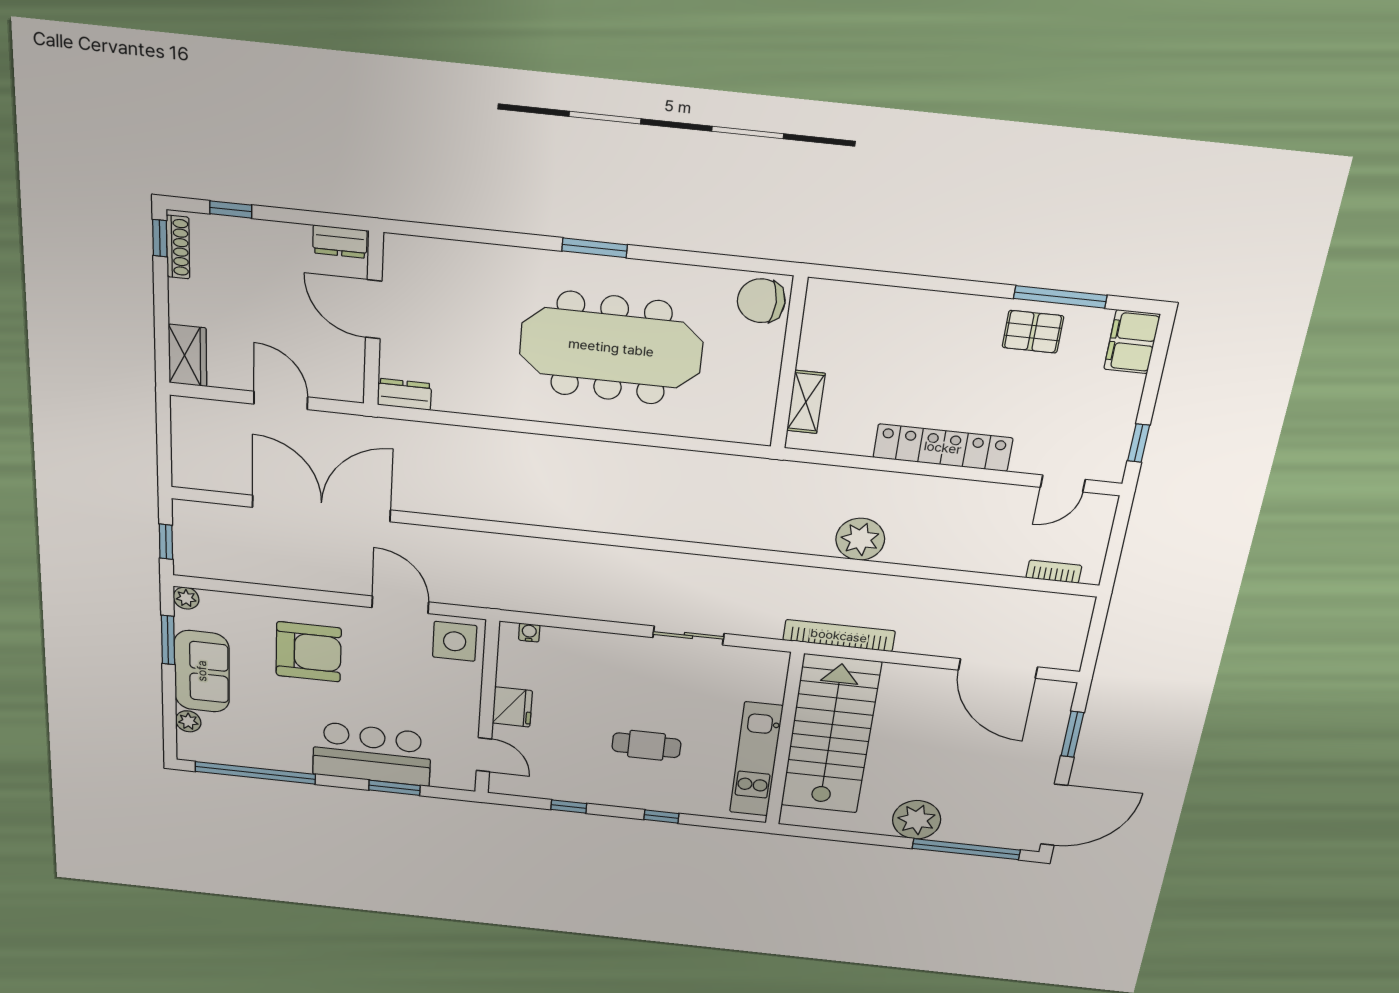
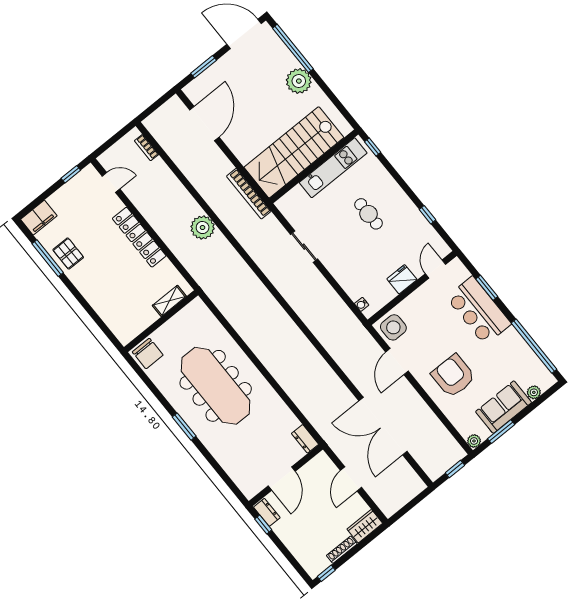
window: (231, 209) -> (263, 524), moved
shoe rack: (178, 247) -> (342, 550), moved
window: (661, 816) -> (373, 147), moved

